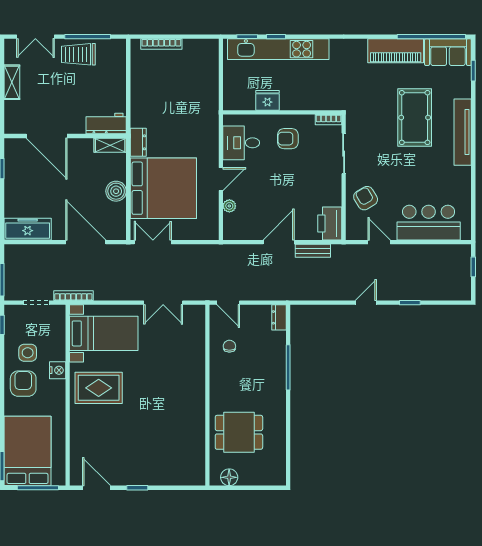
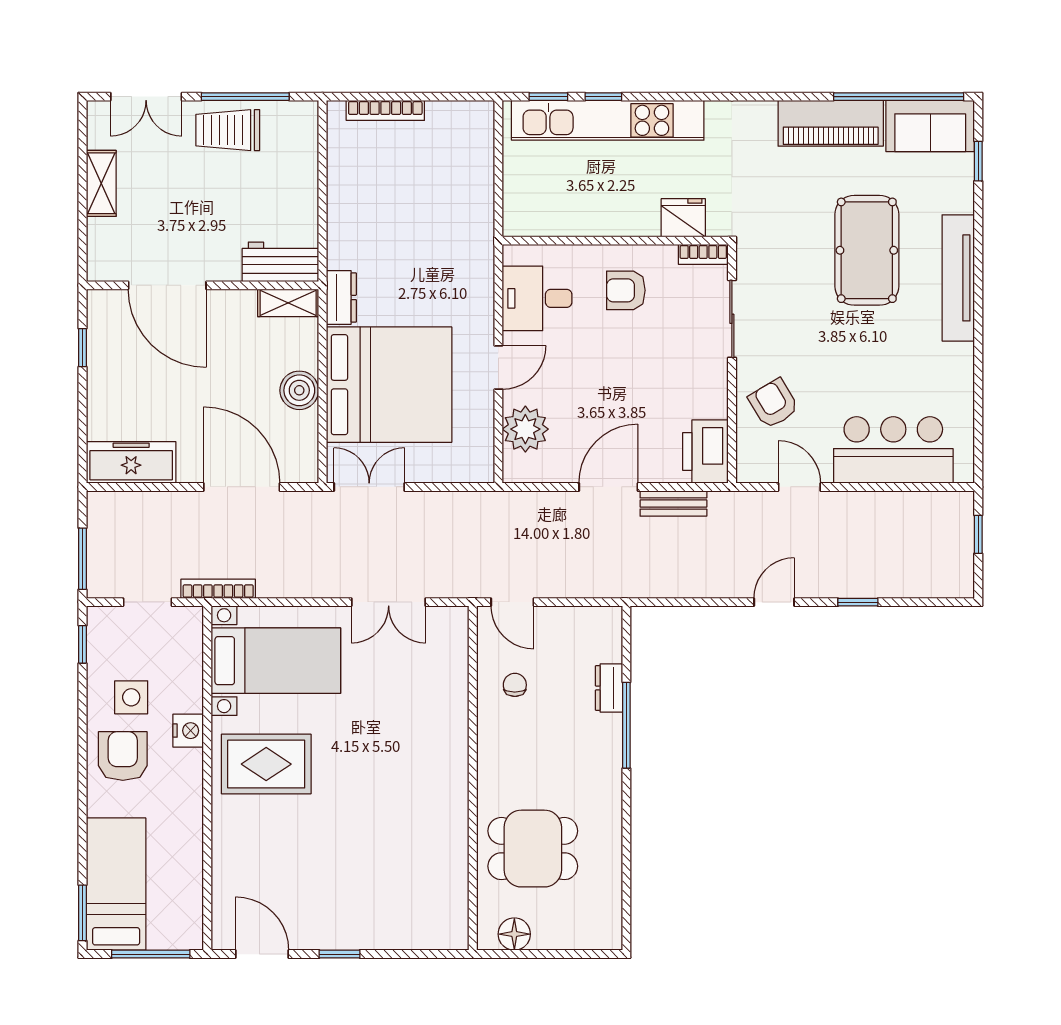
fridge: (267, 100) -> (683, 218), moved
plant: (229, 206) -> (525, 429), width x1.87, depth x1.87
dresser: (279, 317) -> (609, 688), moved
bed: (28, 451) -> (116, 884), width x0.67

